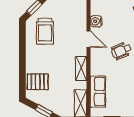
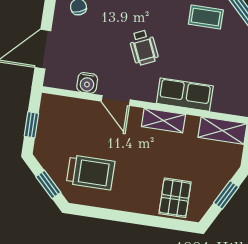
door: (88, 39) -> (116, 100), swing flipped
row of seats: (98, 92) -> (185, 95), moved

